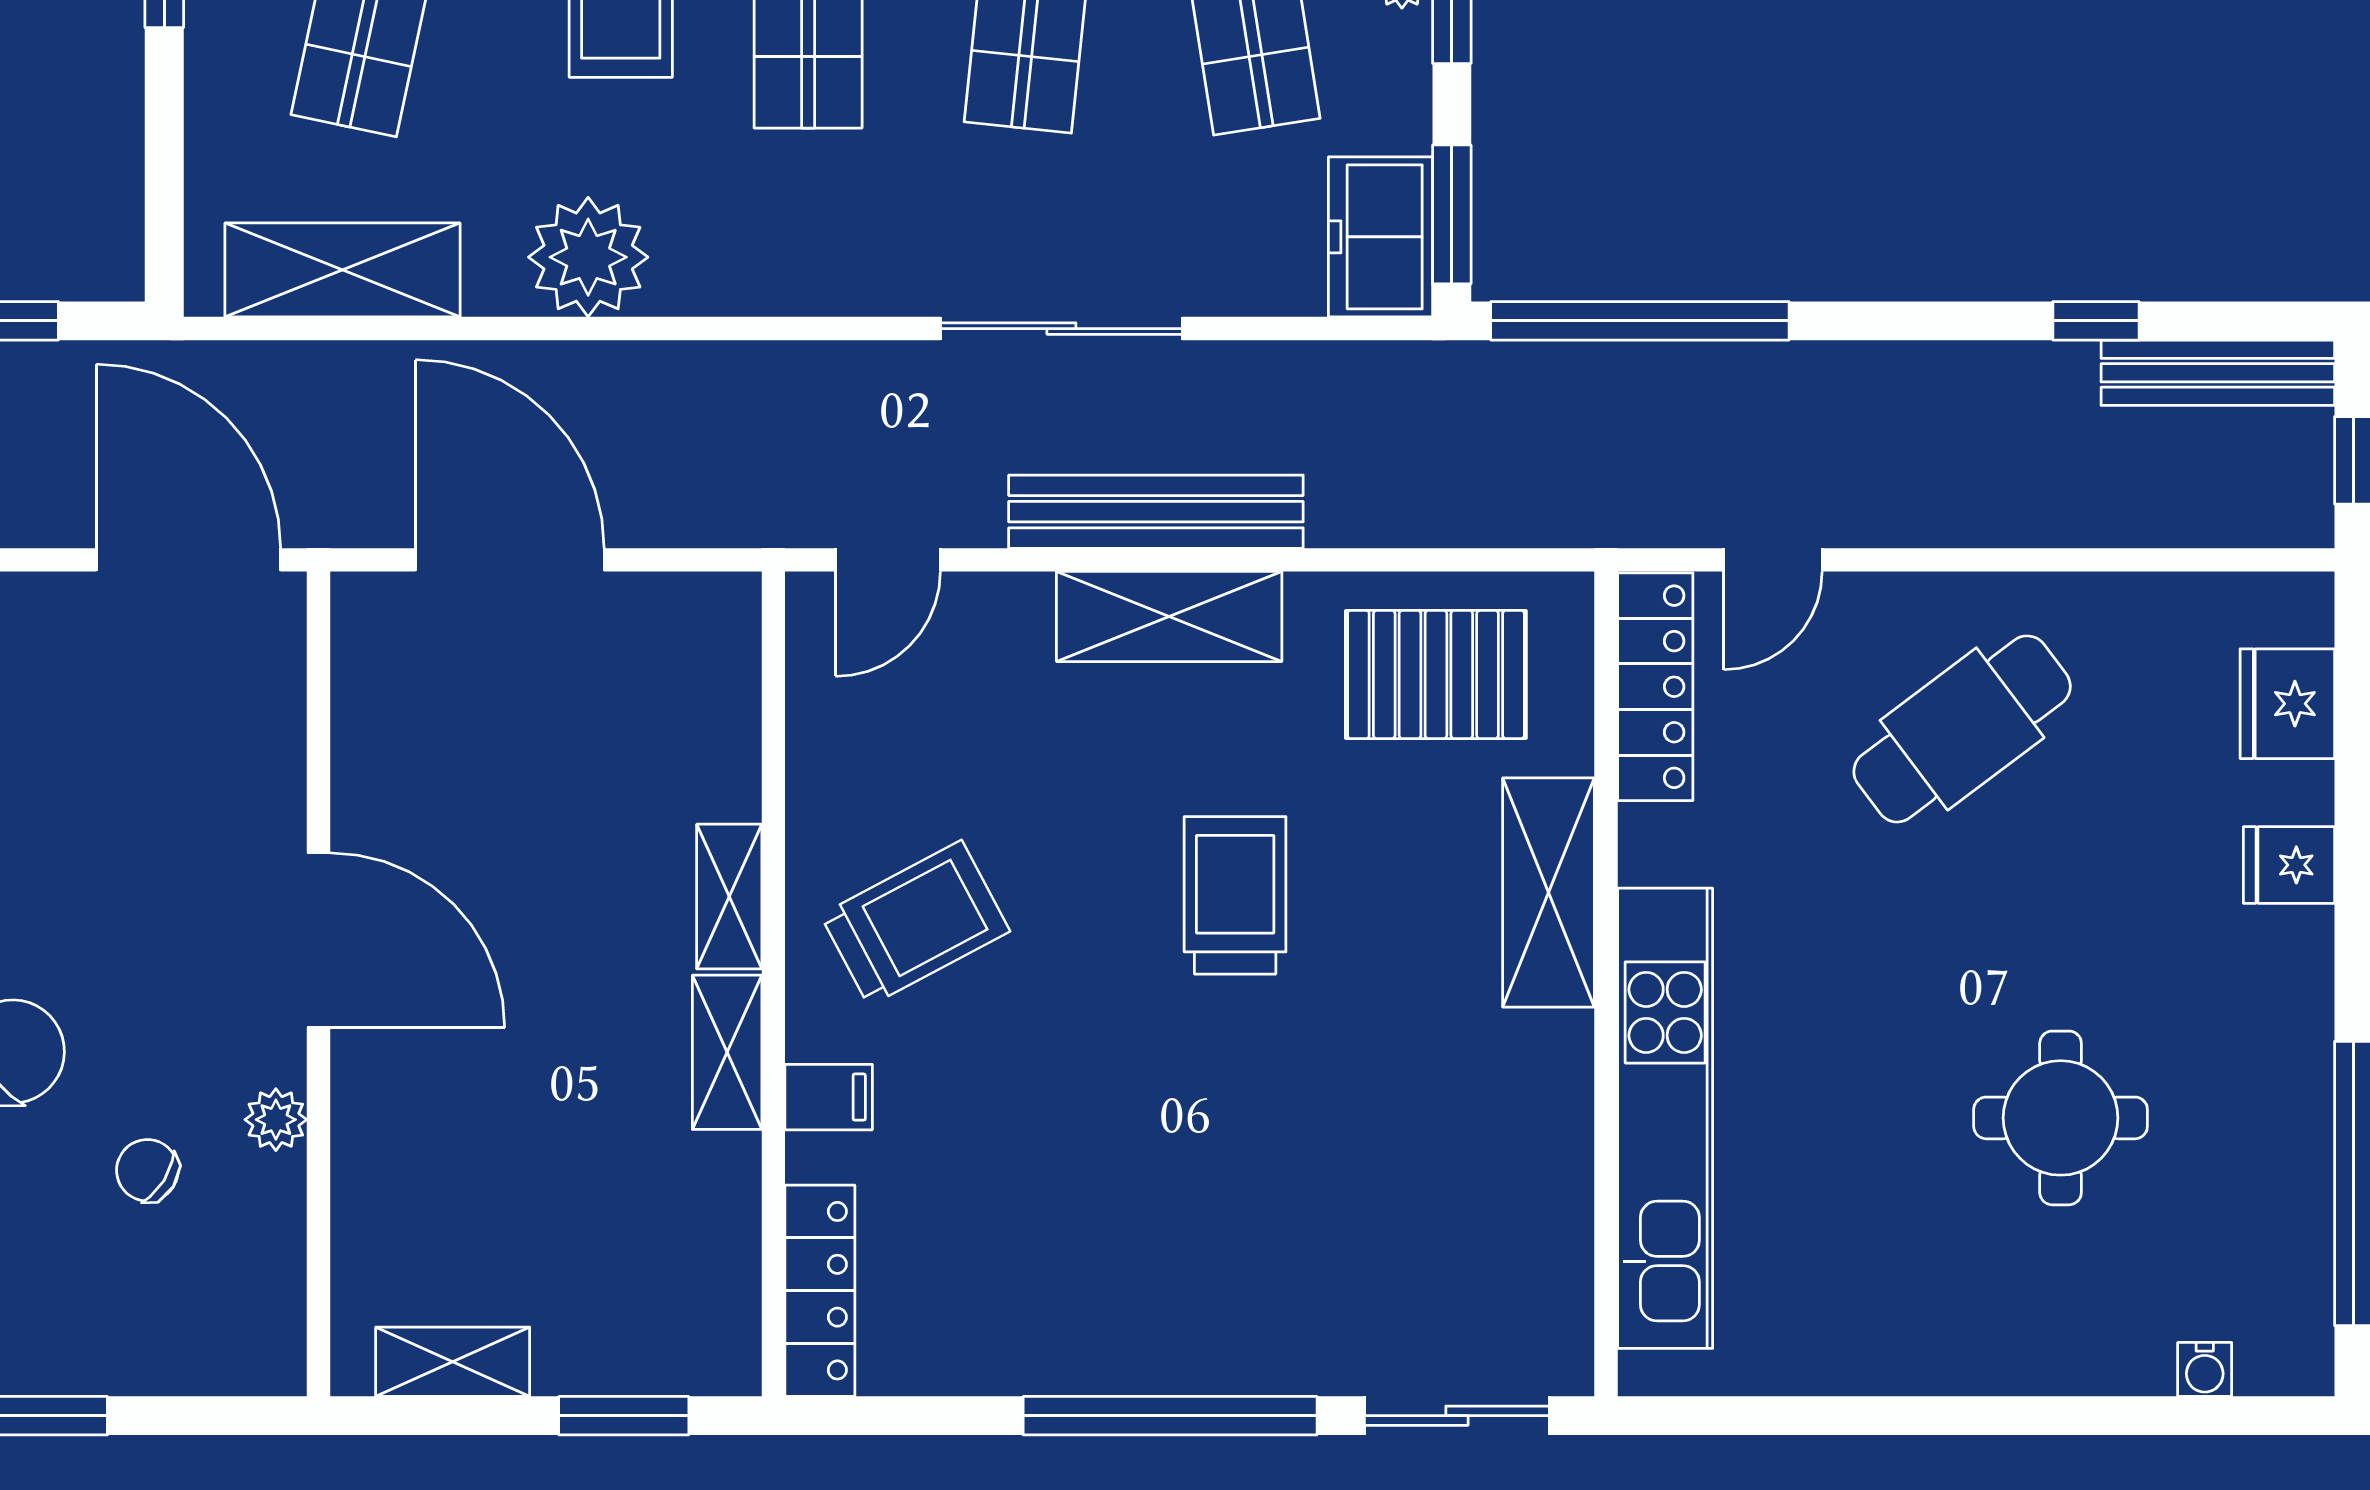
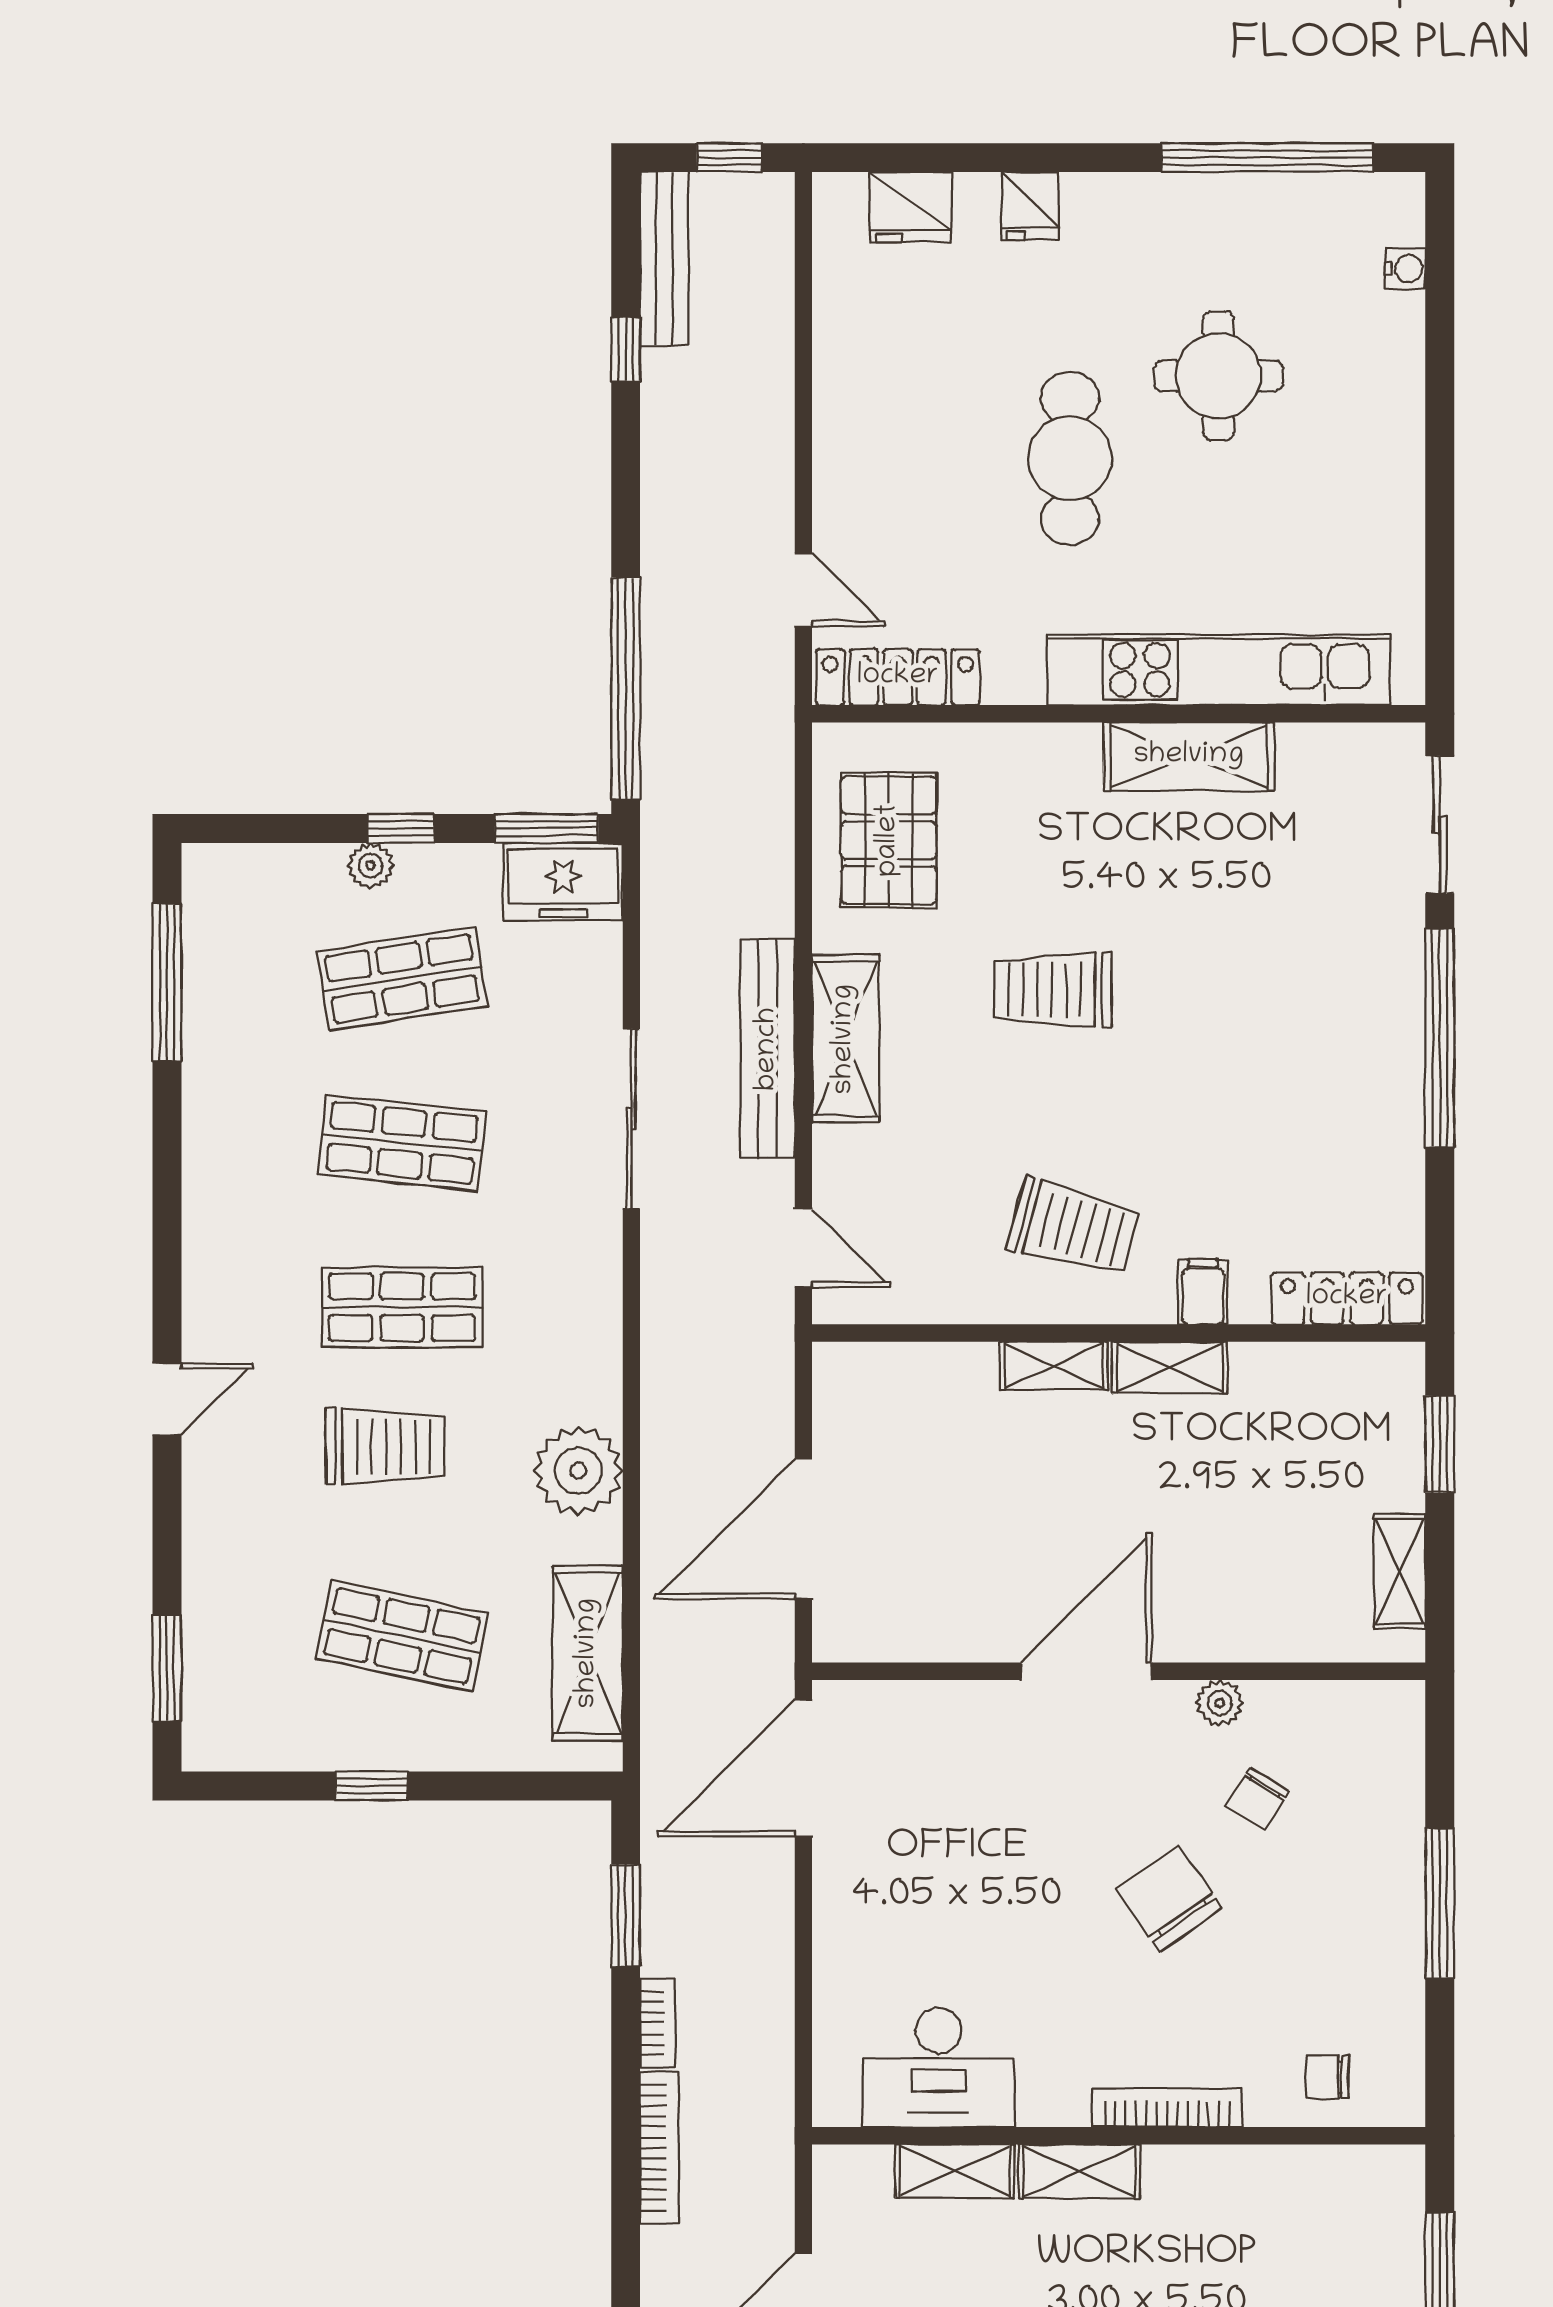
cafe table: (1962, 729) -> (1070, 458), moved, turned 37
shelving: (1549, 893) -> (1189, 756), moved
trolley: (915, 923) -> (1074, 1228), turned 133

